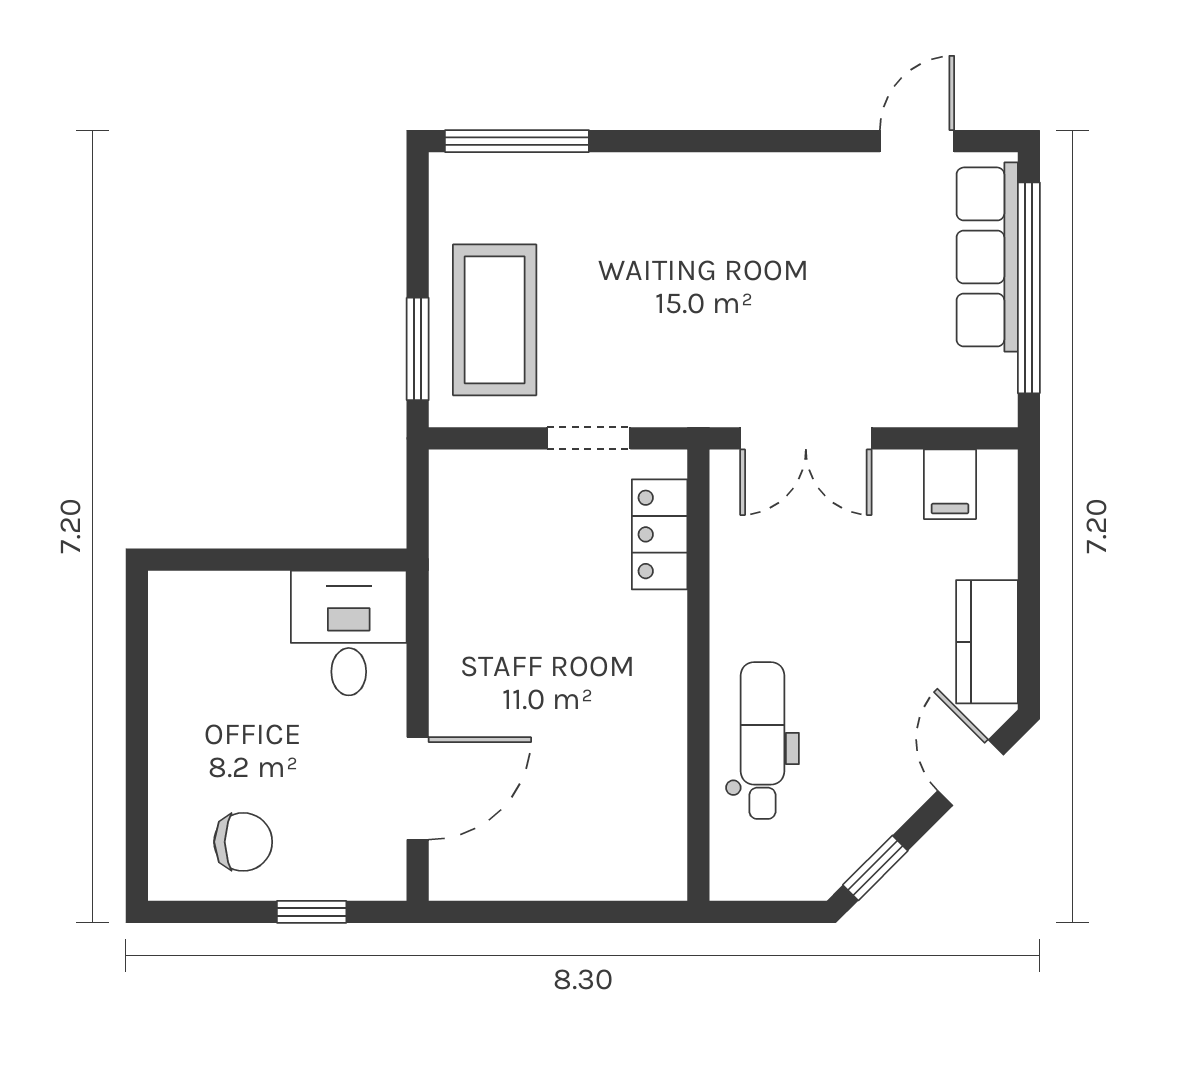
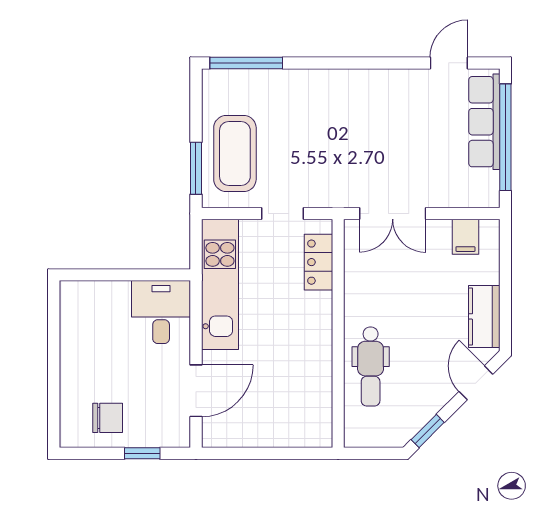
kitchen unit: (465, 578) -> (220, 284), added
dental chair: (762, 741) -> (371, 367), turned 180

